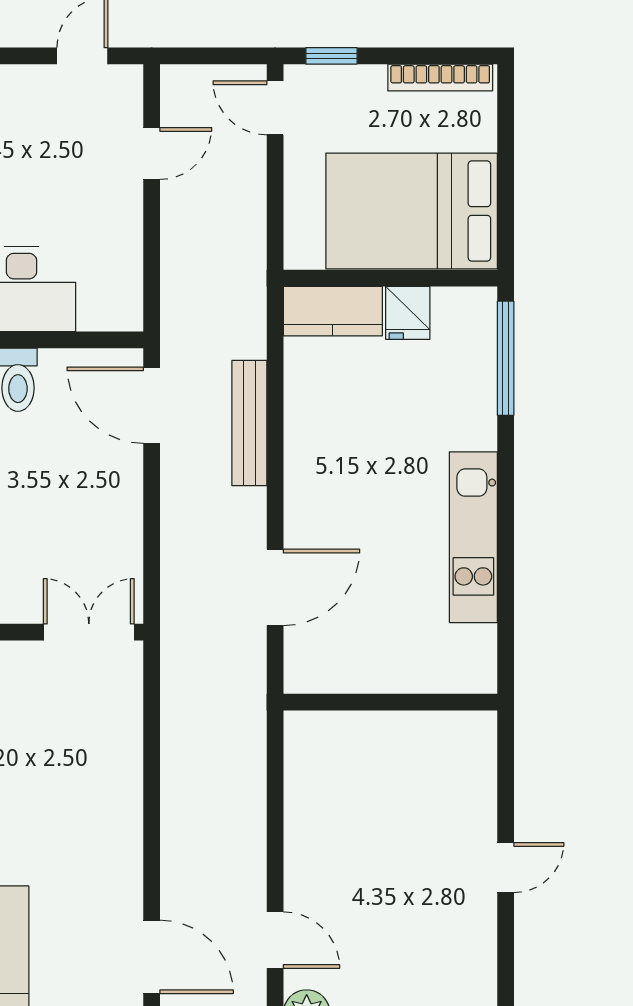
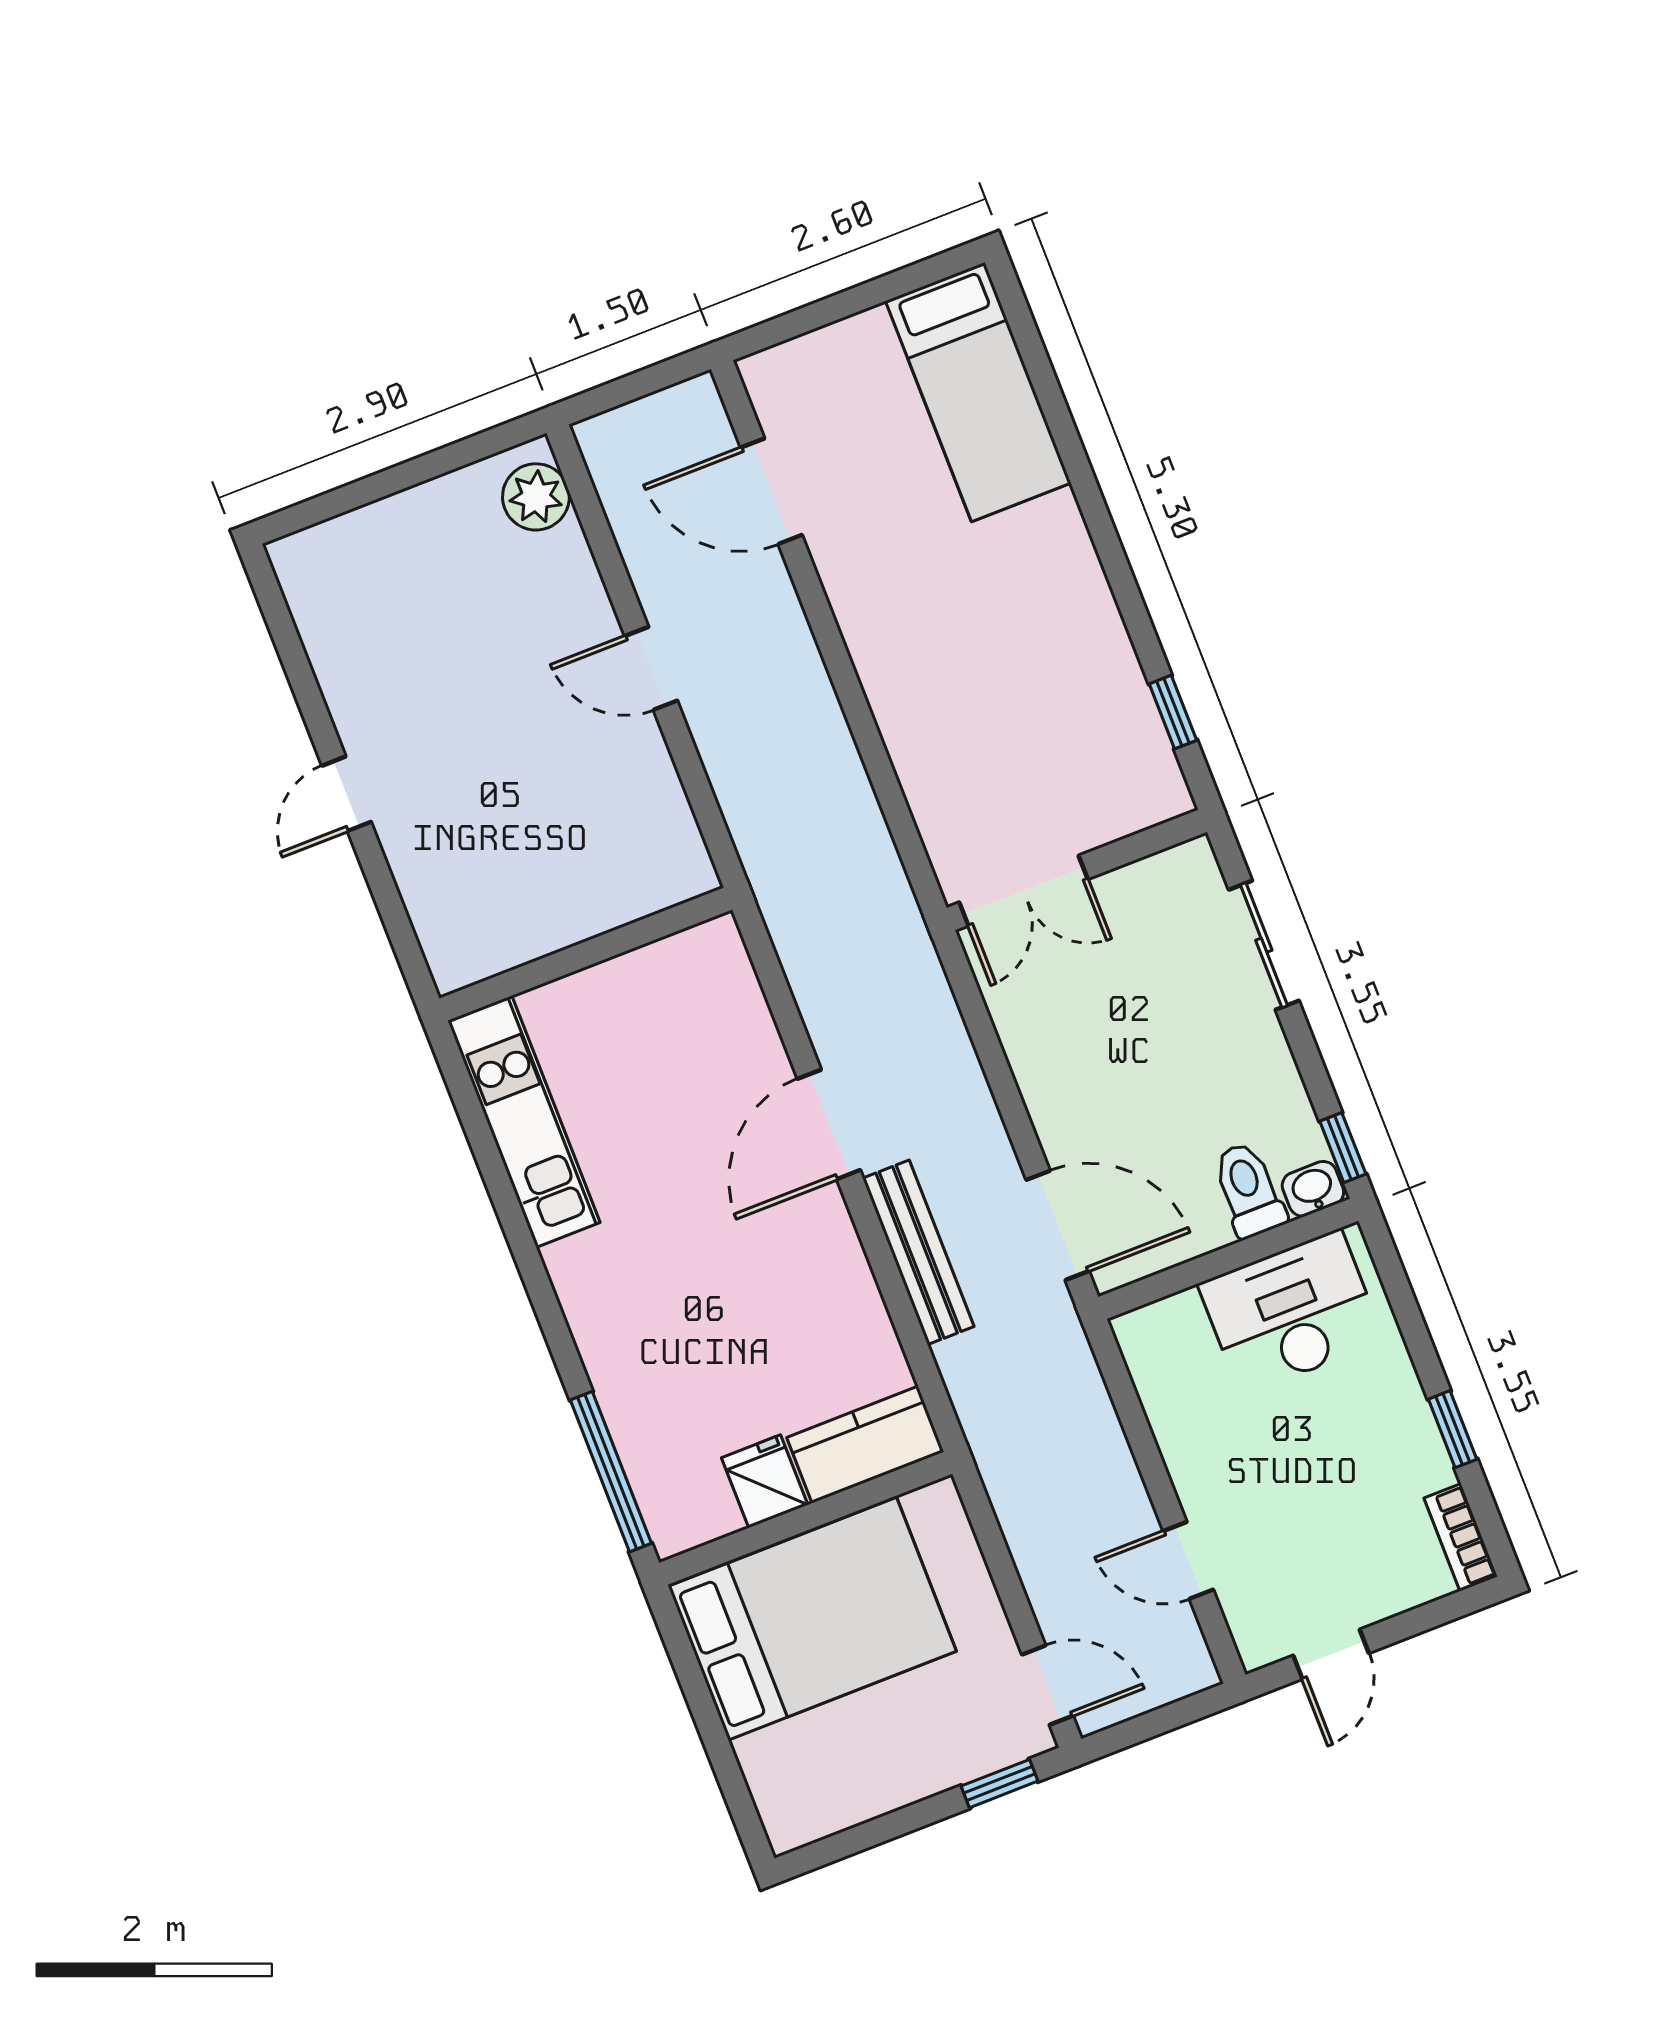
bookcase: (440, 78) -> (844, 1811), removed
door: (152, 154) -> (1188, 1560), hinge flipped
kitchen unit: (473, 537) -> (524, 1122), moved
door: (275, 587) -> (829, 1124), moved
door: (275, 940) -> (651, 668), moved

